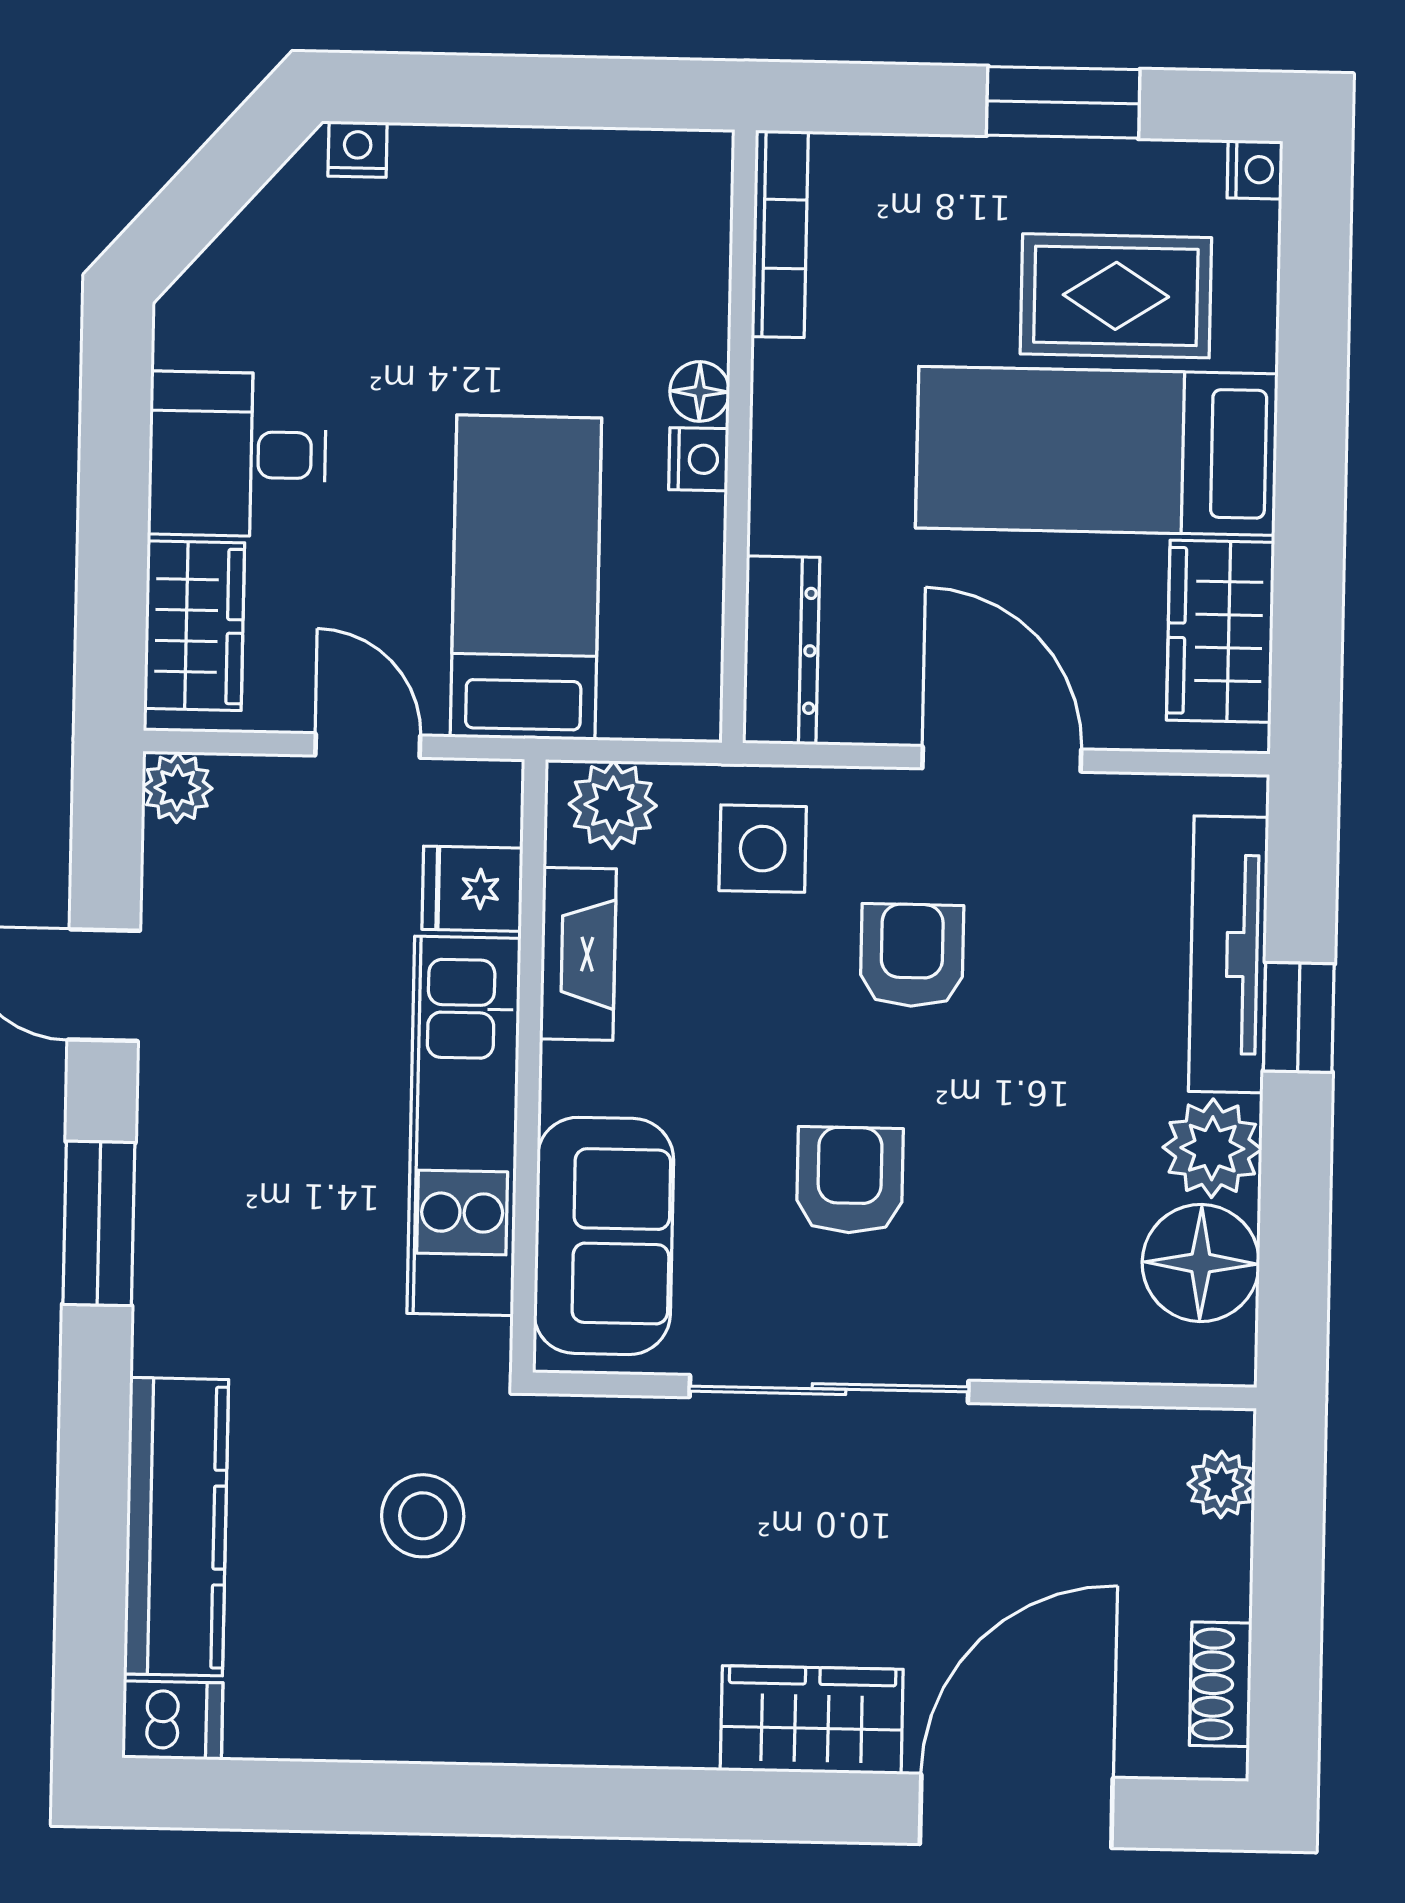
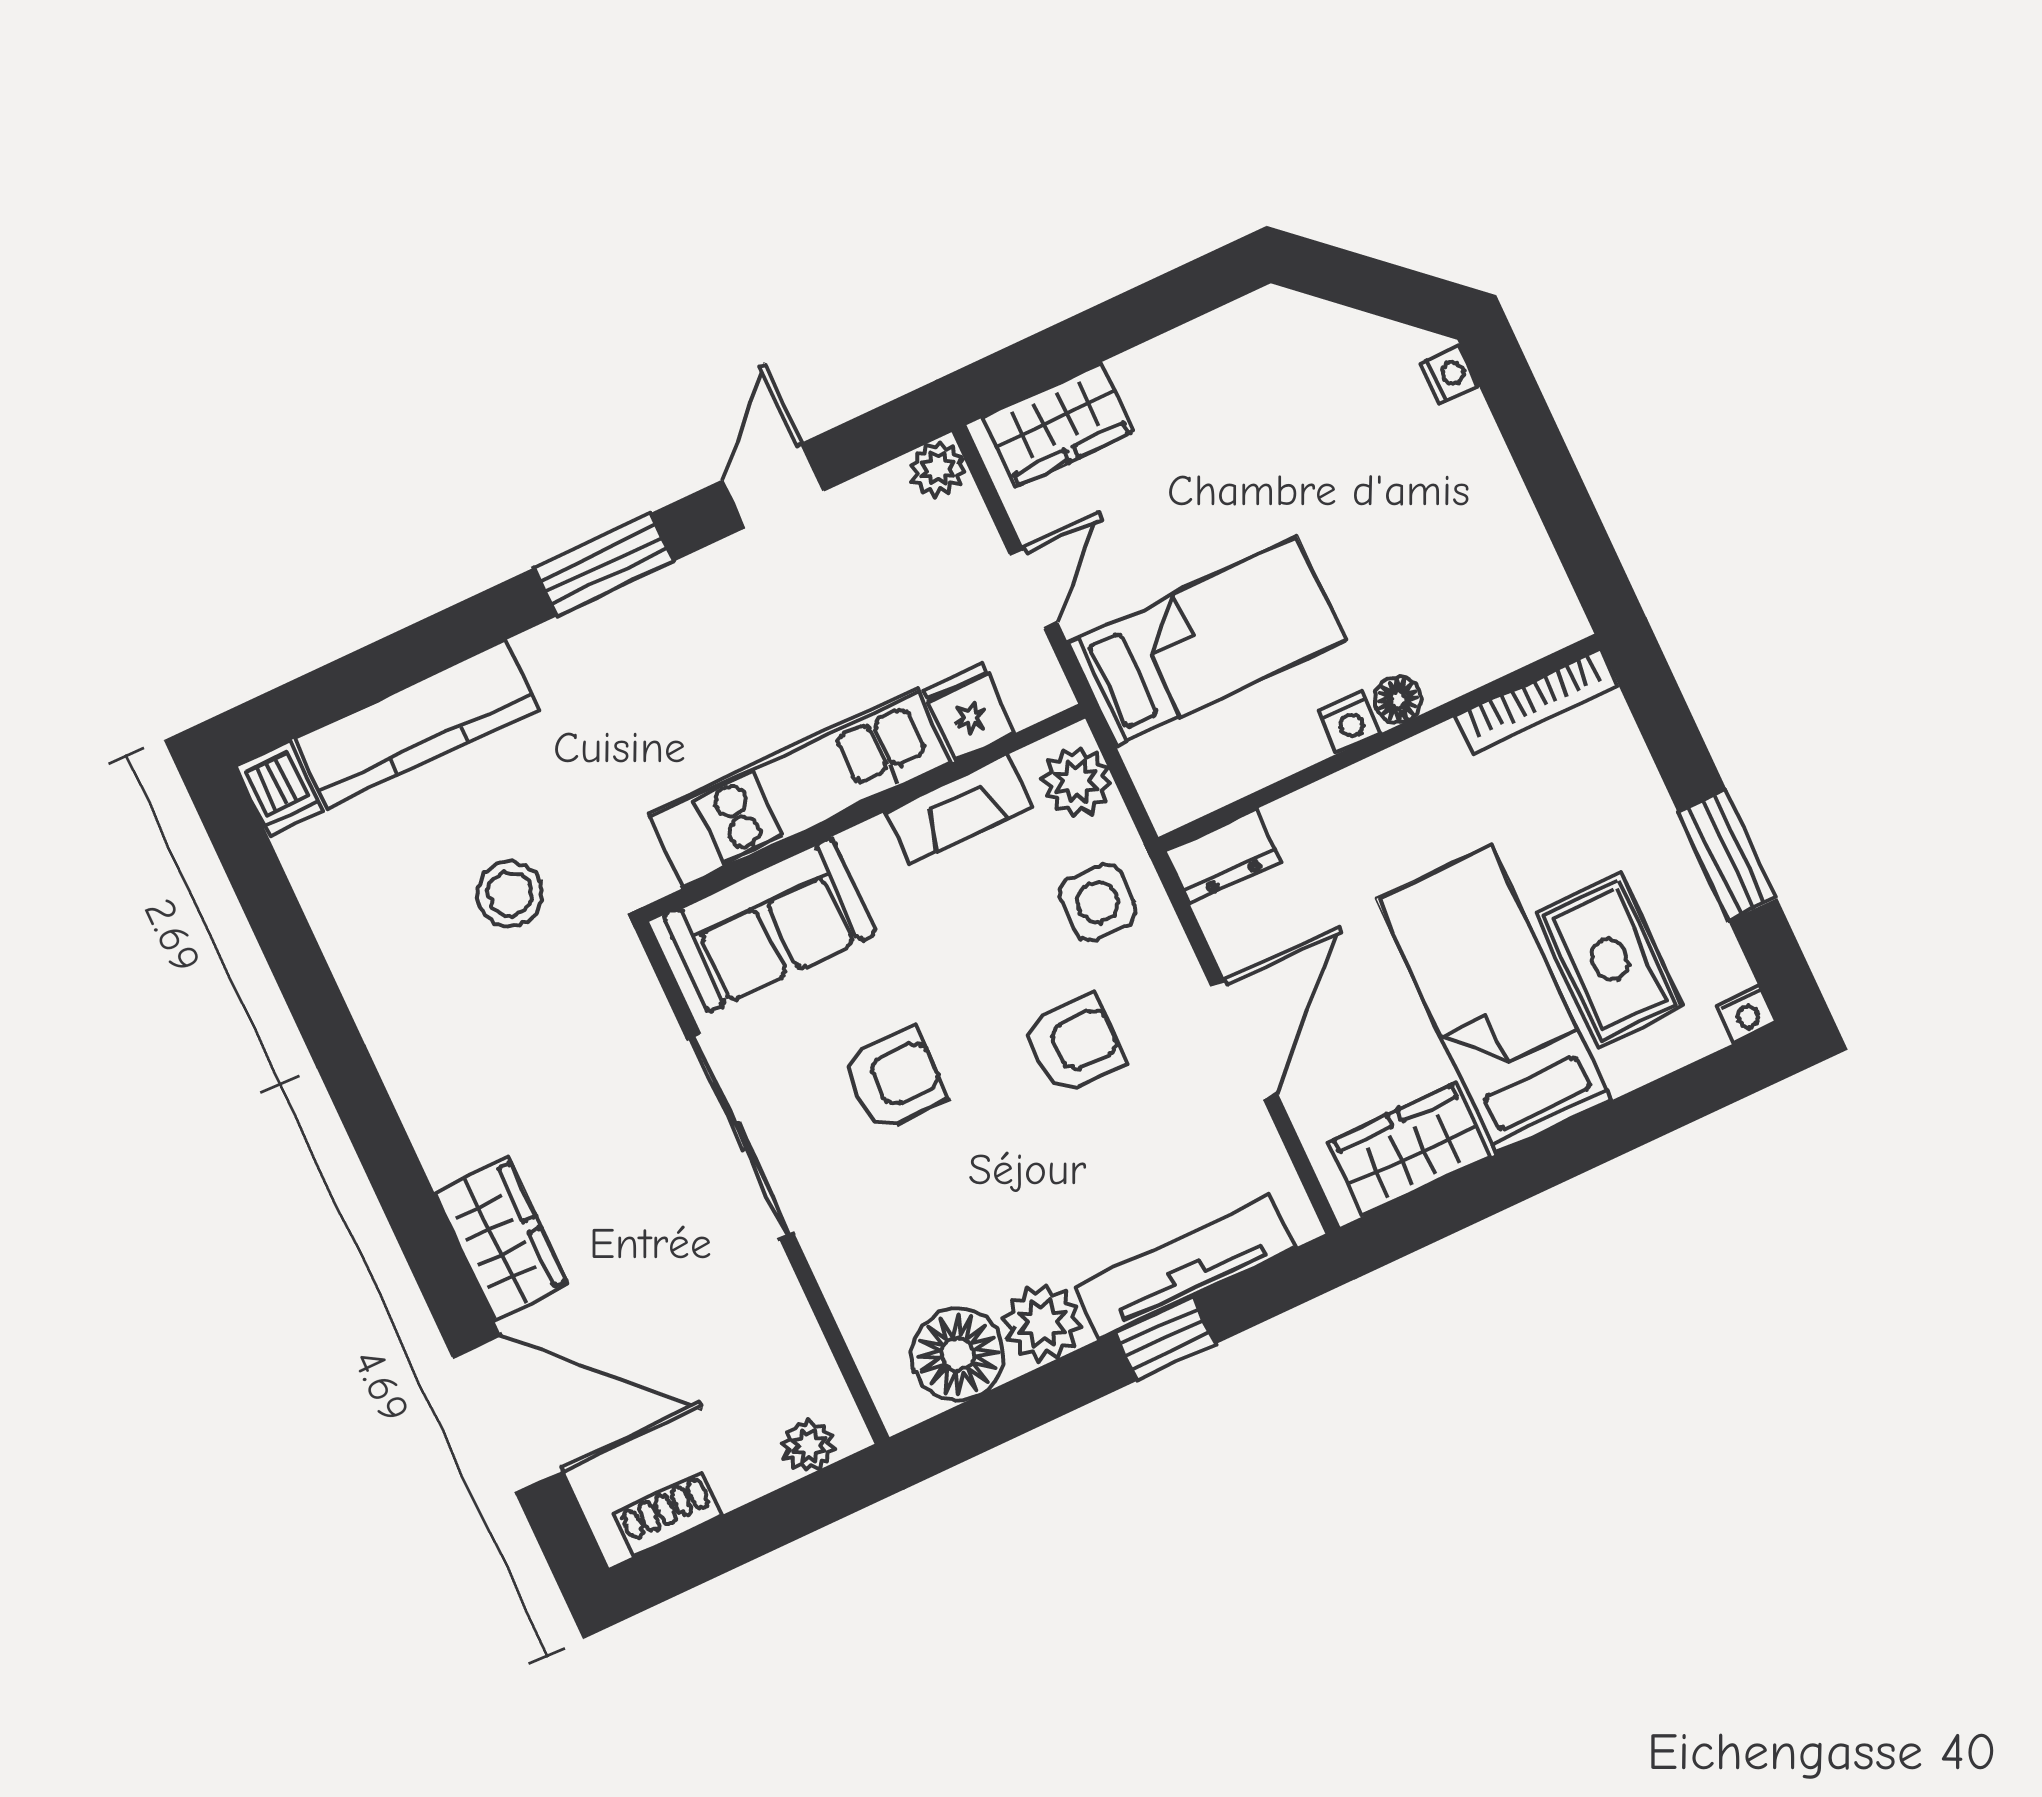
desk: (237, 454) -> (1193, 395), removed
dresser: (781, 650) -> (1224, 856), width x0.70

